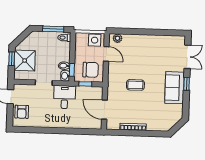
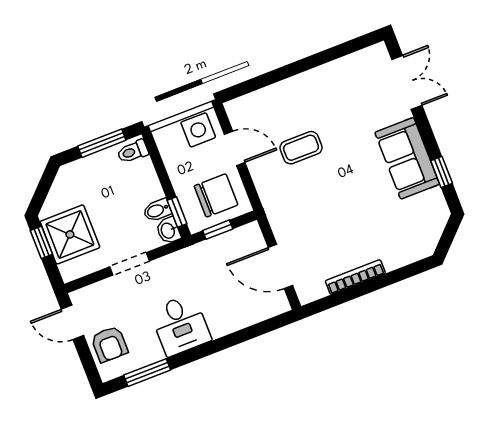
plant: (118, 38) -> (244, 106), removed
window: (187, 84) -> (442, 172), moved
coffee table: (135, 85) -> (301, 148), moved
desk: (65, 97) -> (180, 325), moved, turned 180
window: (32, 130) -> (147, 373), added

